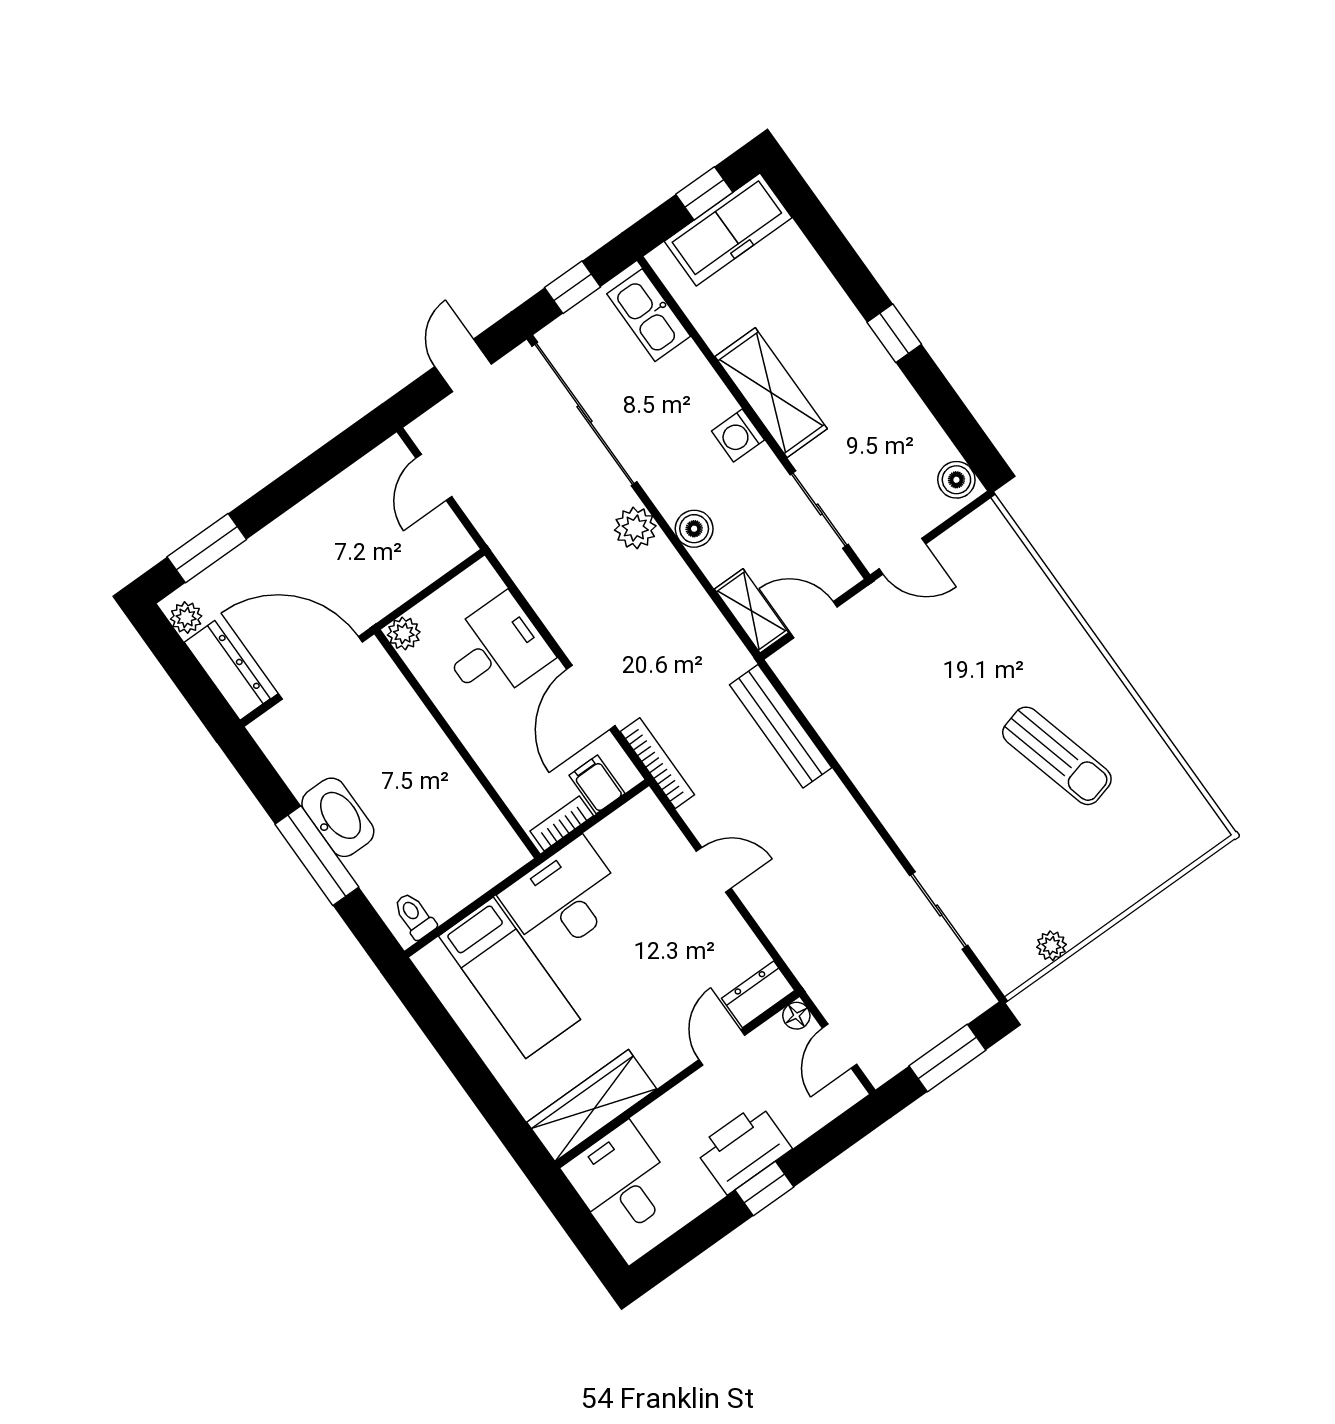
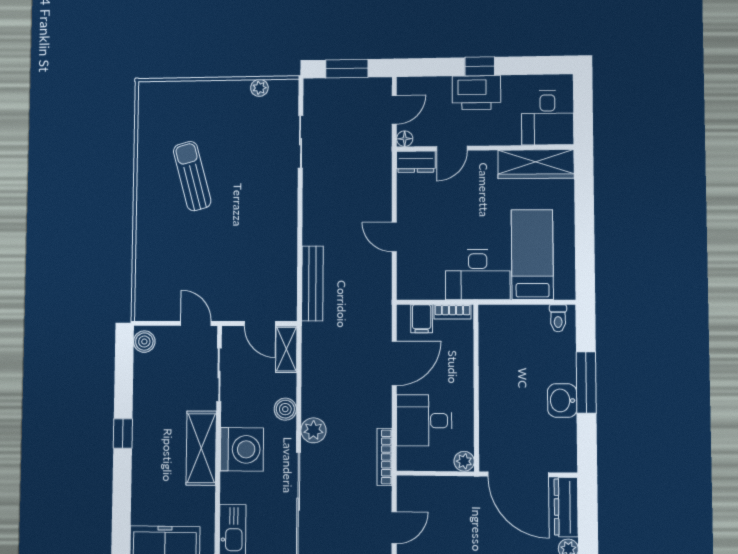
washing machine: (738, 435) -> (242, 449), width x1.89, depth x1.89
bookcase: (657, 763) -> (384, 457), moved
washbasin: (338, 817) -> (562, 400), width x0.72

